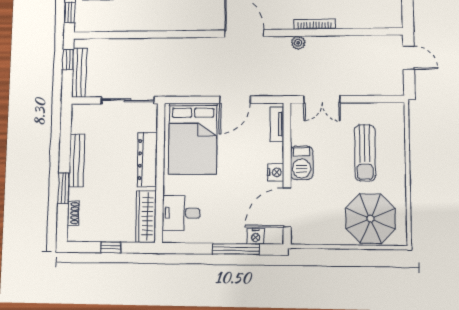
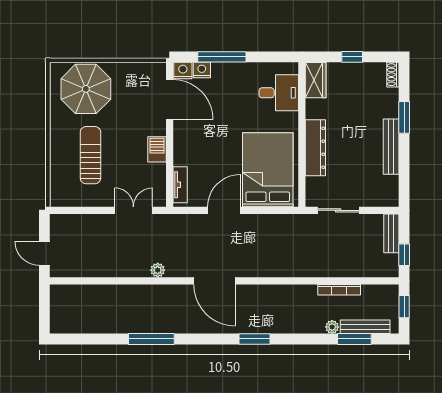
bookcase: (315, 24) -> (339, 290), moved
bench: (79, 73) -> (391, 233), width x0.73
sliding door: (127, 100) -> (338, 210), width x0.73
barbecue: (302, 163) -> (157, 149), width x0.73, depth x0.79
nightstand: (275, 172) -> (183, 71), moved, turned 90
door: (287, 207) -> (170, 99), hinge flipped
shoe rack: (73, 213) -> (393, 75), moved
wardrobe: (146, 216) -> (316, 80), width x0.67

